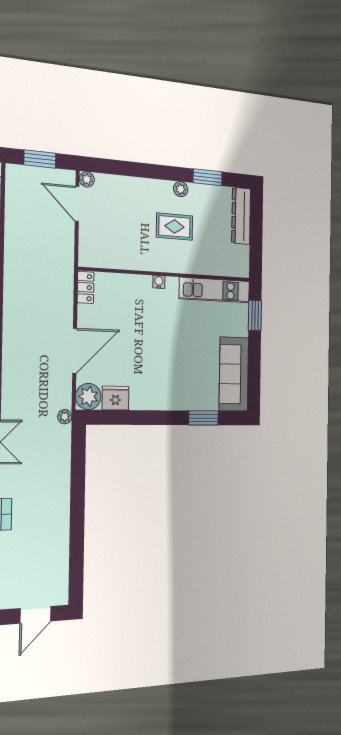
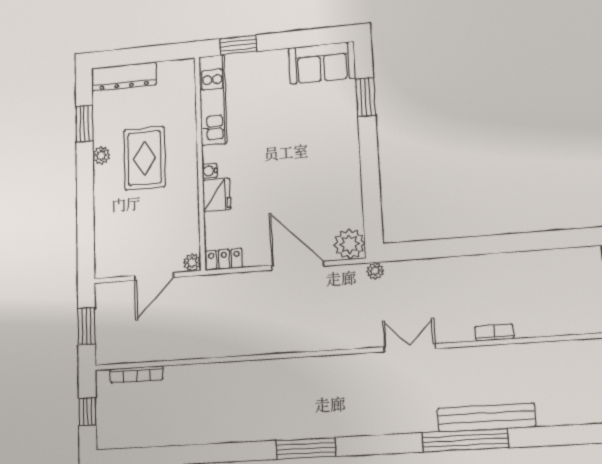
plant: (87, 179) -> (192, 263), moved
door: (77, 204) -> (154, 276), moved
rug: (175, 227) -> (145, 158), width x1.36, depth x1.43
sofa: (234, 374) -> (322, 63), width x0.73
fridge: (115, 398) -> (217, 195), moved, turned 180

